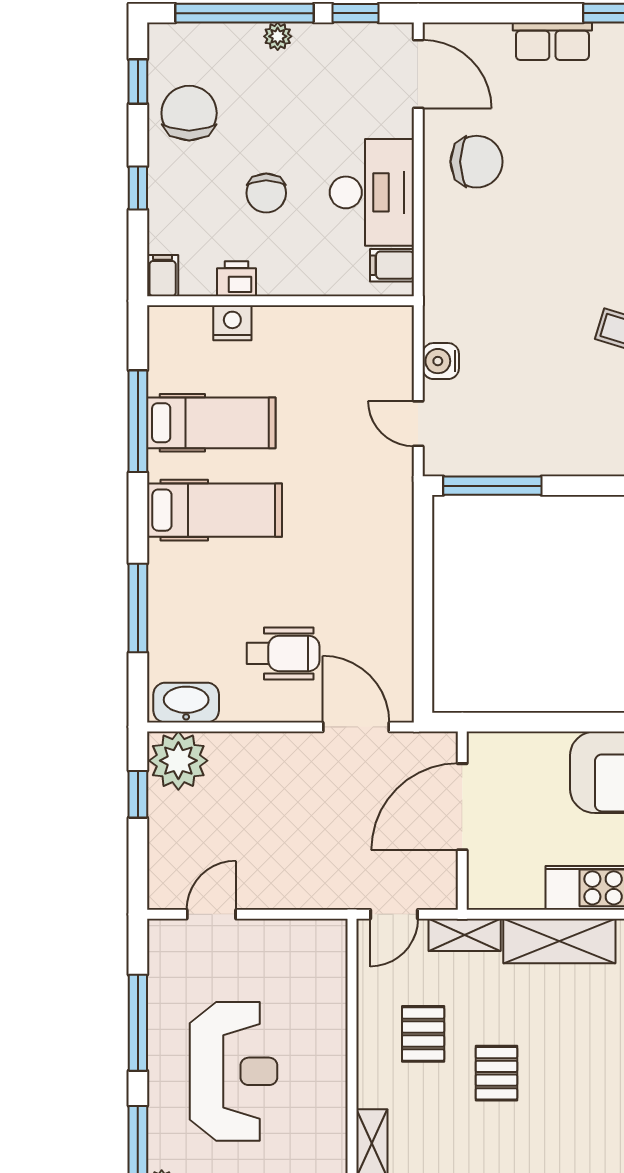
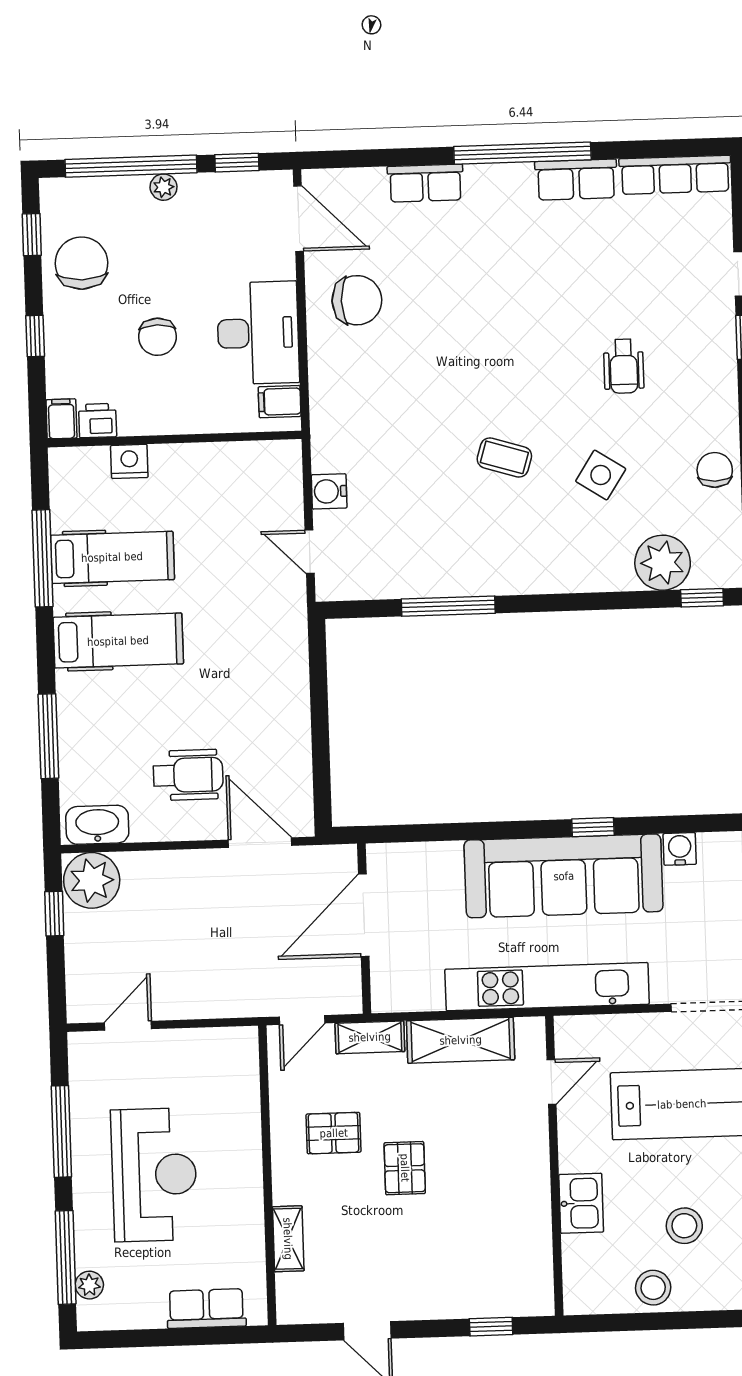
printer: (237, 279) -> (98, 421), moved
window: (492, 486) -> (448, 606), moved
pallet: (423, 1034) -> (334, 1133), turned 90

